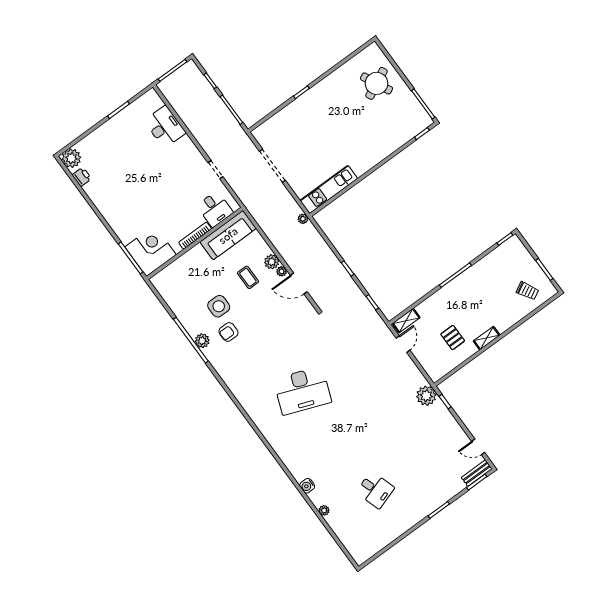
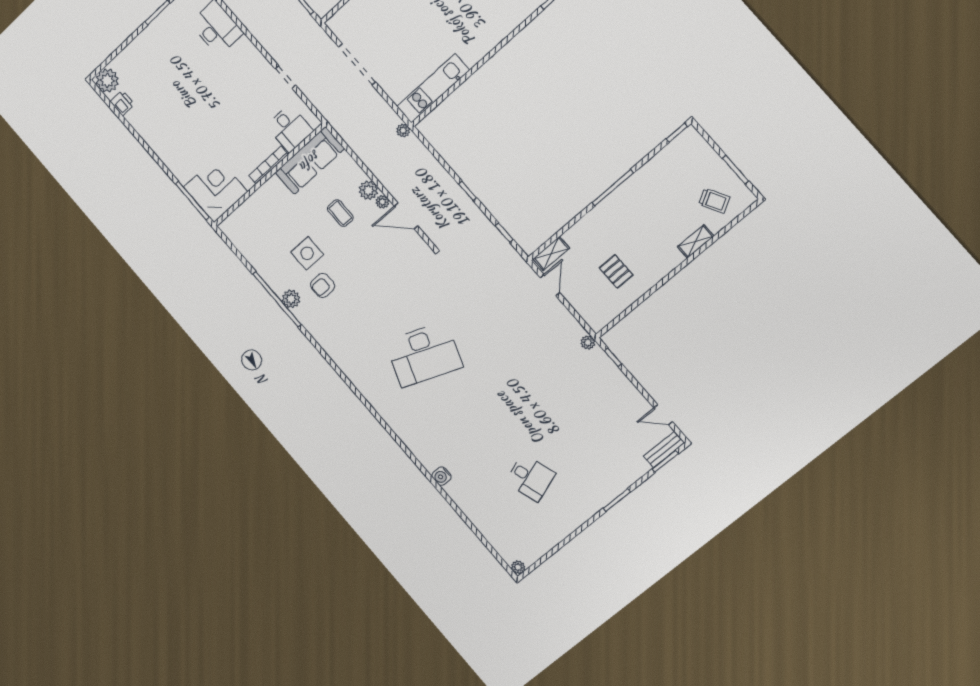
shelving: (487, 338) -> (696, 241), moved
plant: (426, 396) -> (588, 342), width x0.53, depth x0.53
plant: (324, 510) -> (518, 567), moved

